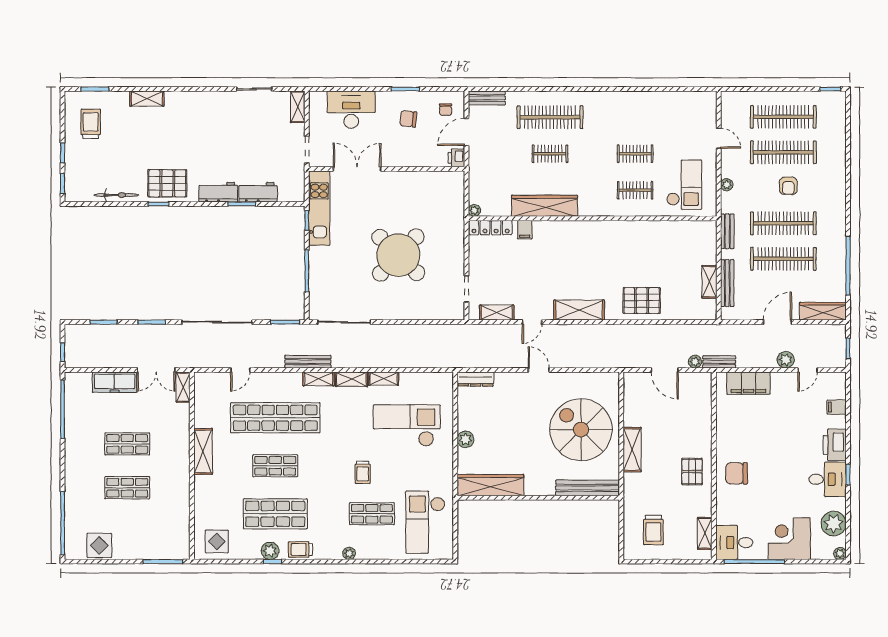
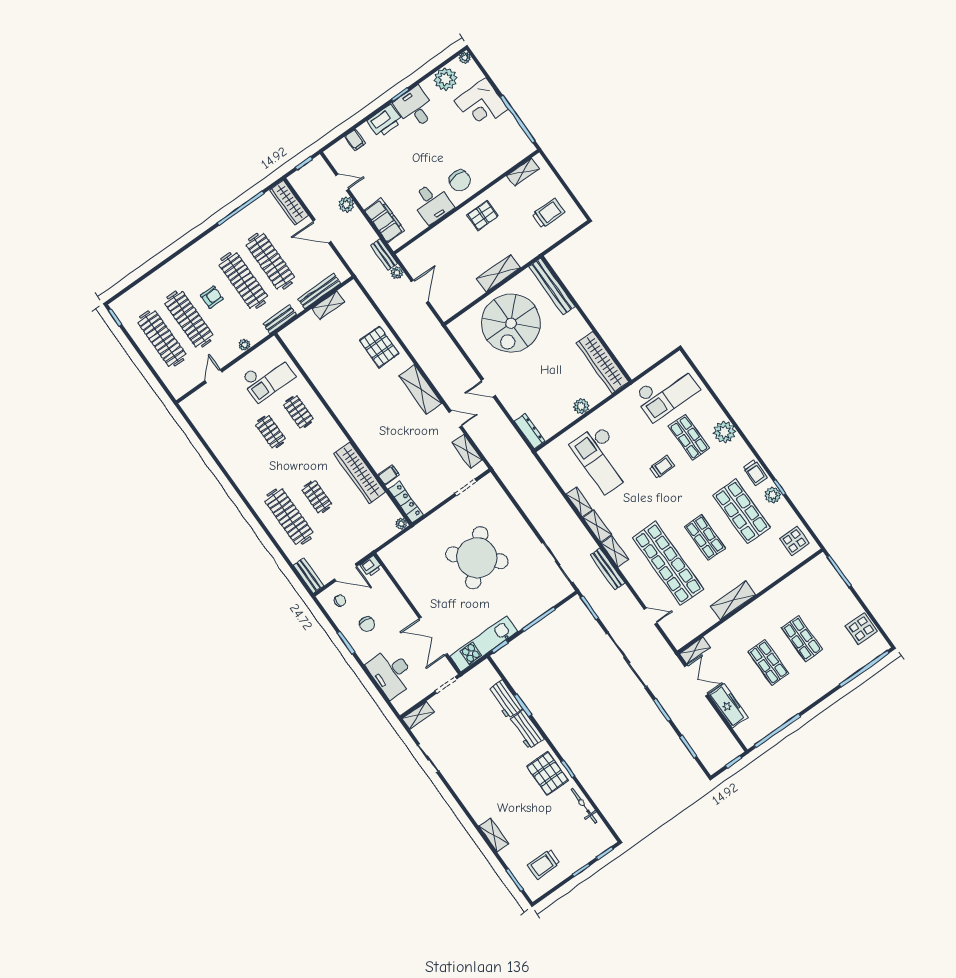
checkout: (684, 185) -> (268, 377), turned 180
door: (539, 370) -> (488, 388), hinge flipped
desk: (734, 543) -> (432, 203), moved
plant: (349, 553) -> (724, 432), width x1.88, depth x1.88

